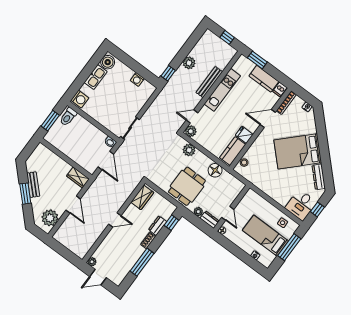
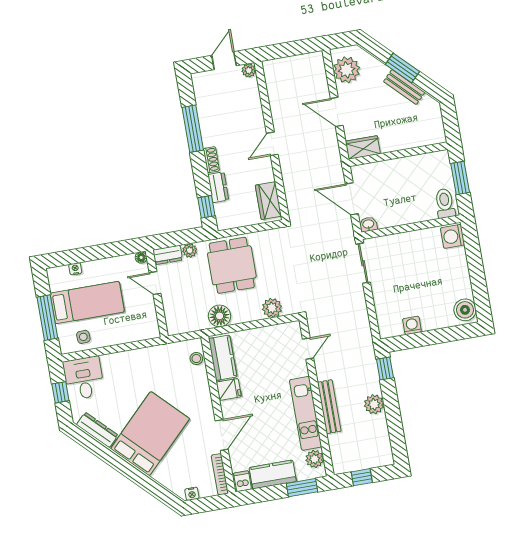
kitchen sink: (96, 77) -> (461, 279), removed
plant: (191, 131) -> (315, 459), moved

